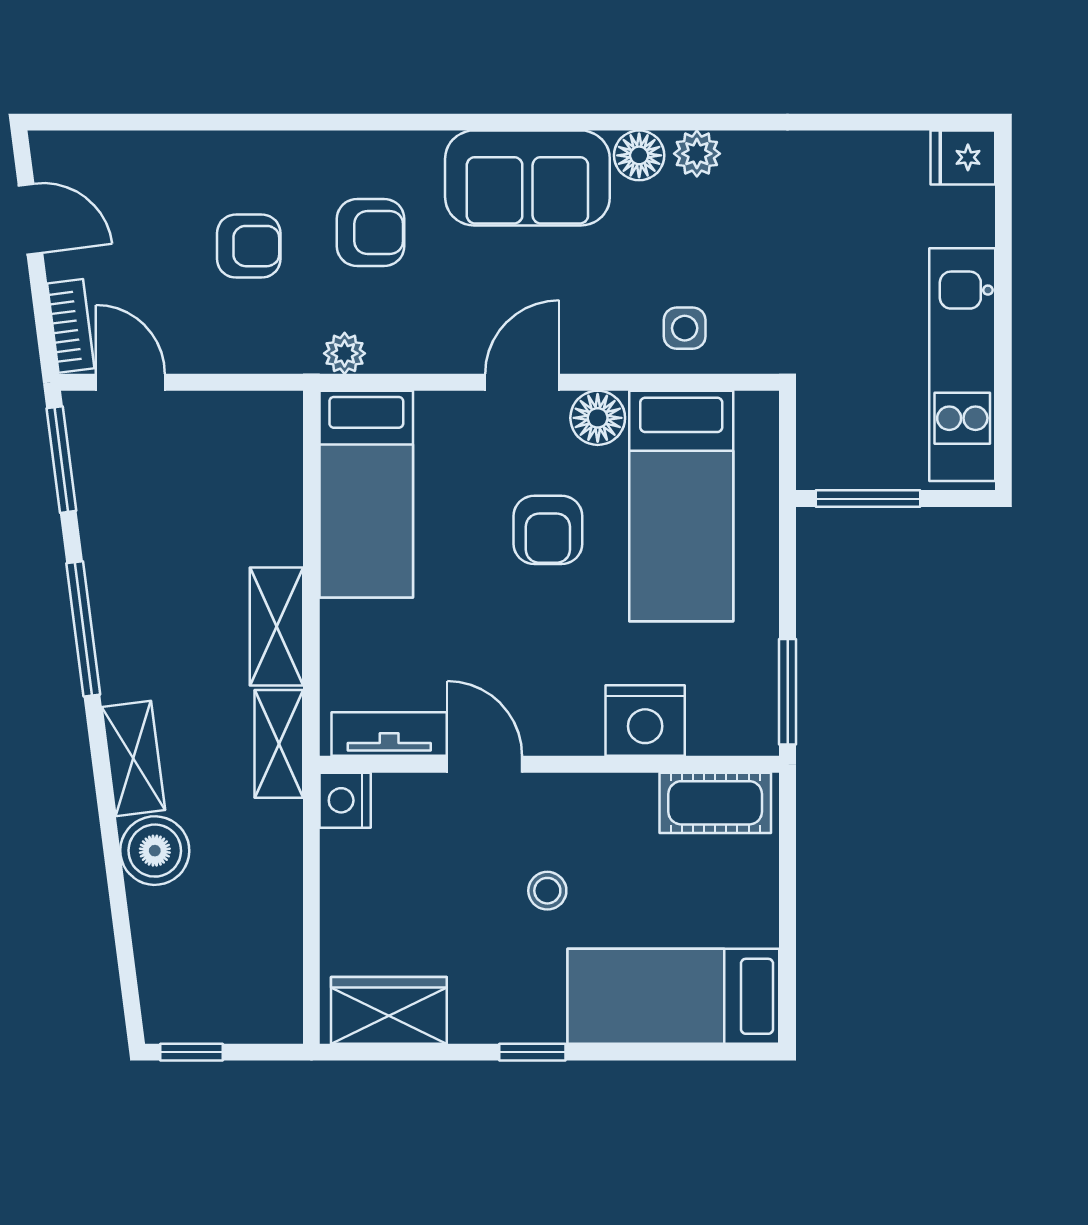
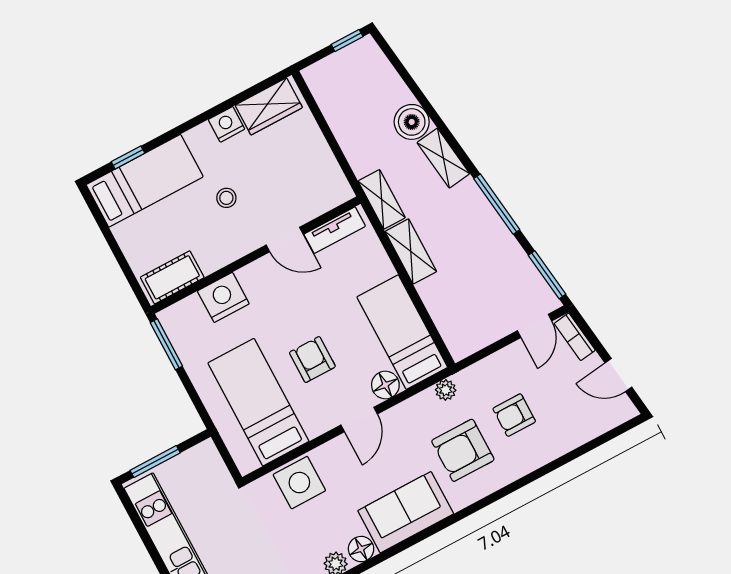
armchair: (371, 232) -> (463, 450), width x1.38, depth x1.38
side table: (685, 328) -> (299, 483), width x1.87, depth x1.87
door: (130, 382) -> (535, 326), hinge flipped
floor lamp: (598, 418) -> (385, 385), moved
window: (868, 499) -> (155, 462), moved
nightstand: (345, 800) -> (227, 124), moved, turned -90
window: (532, 1052) -> (128, 157), moved

